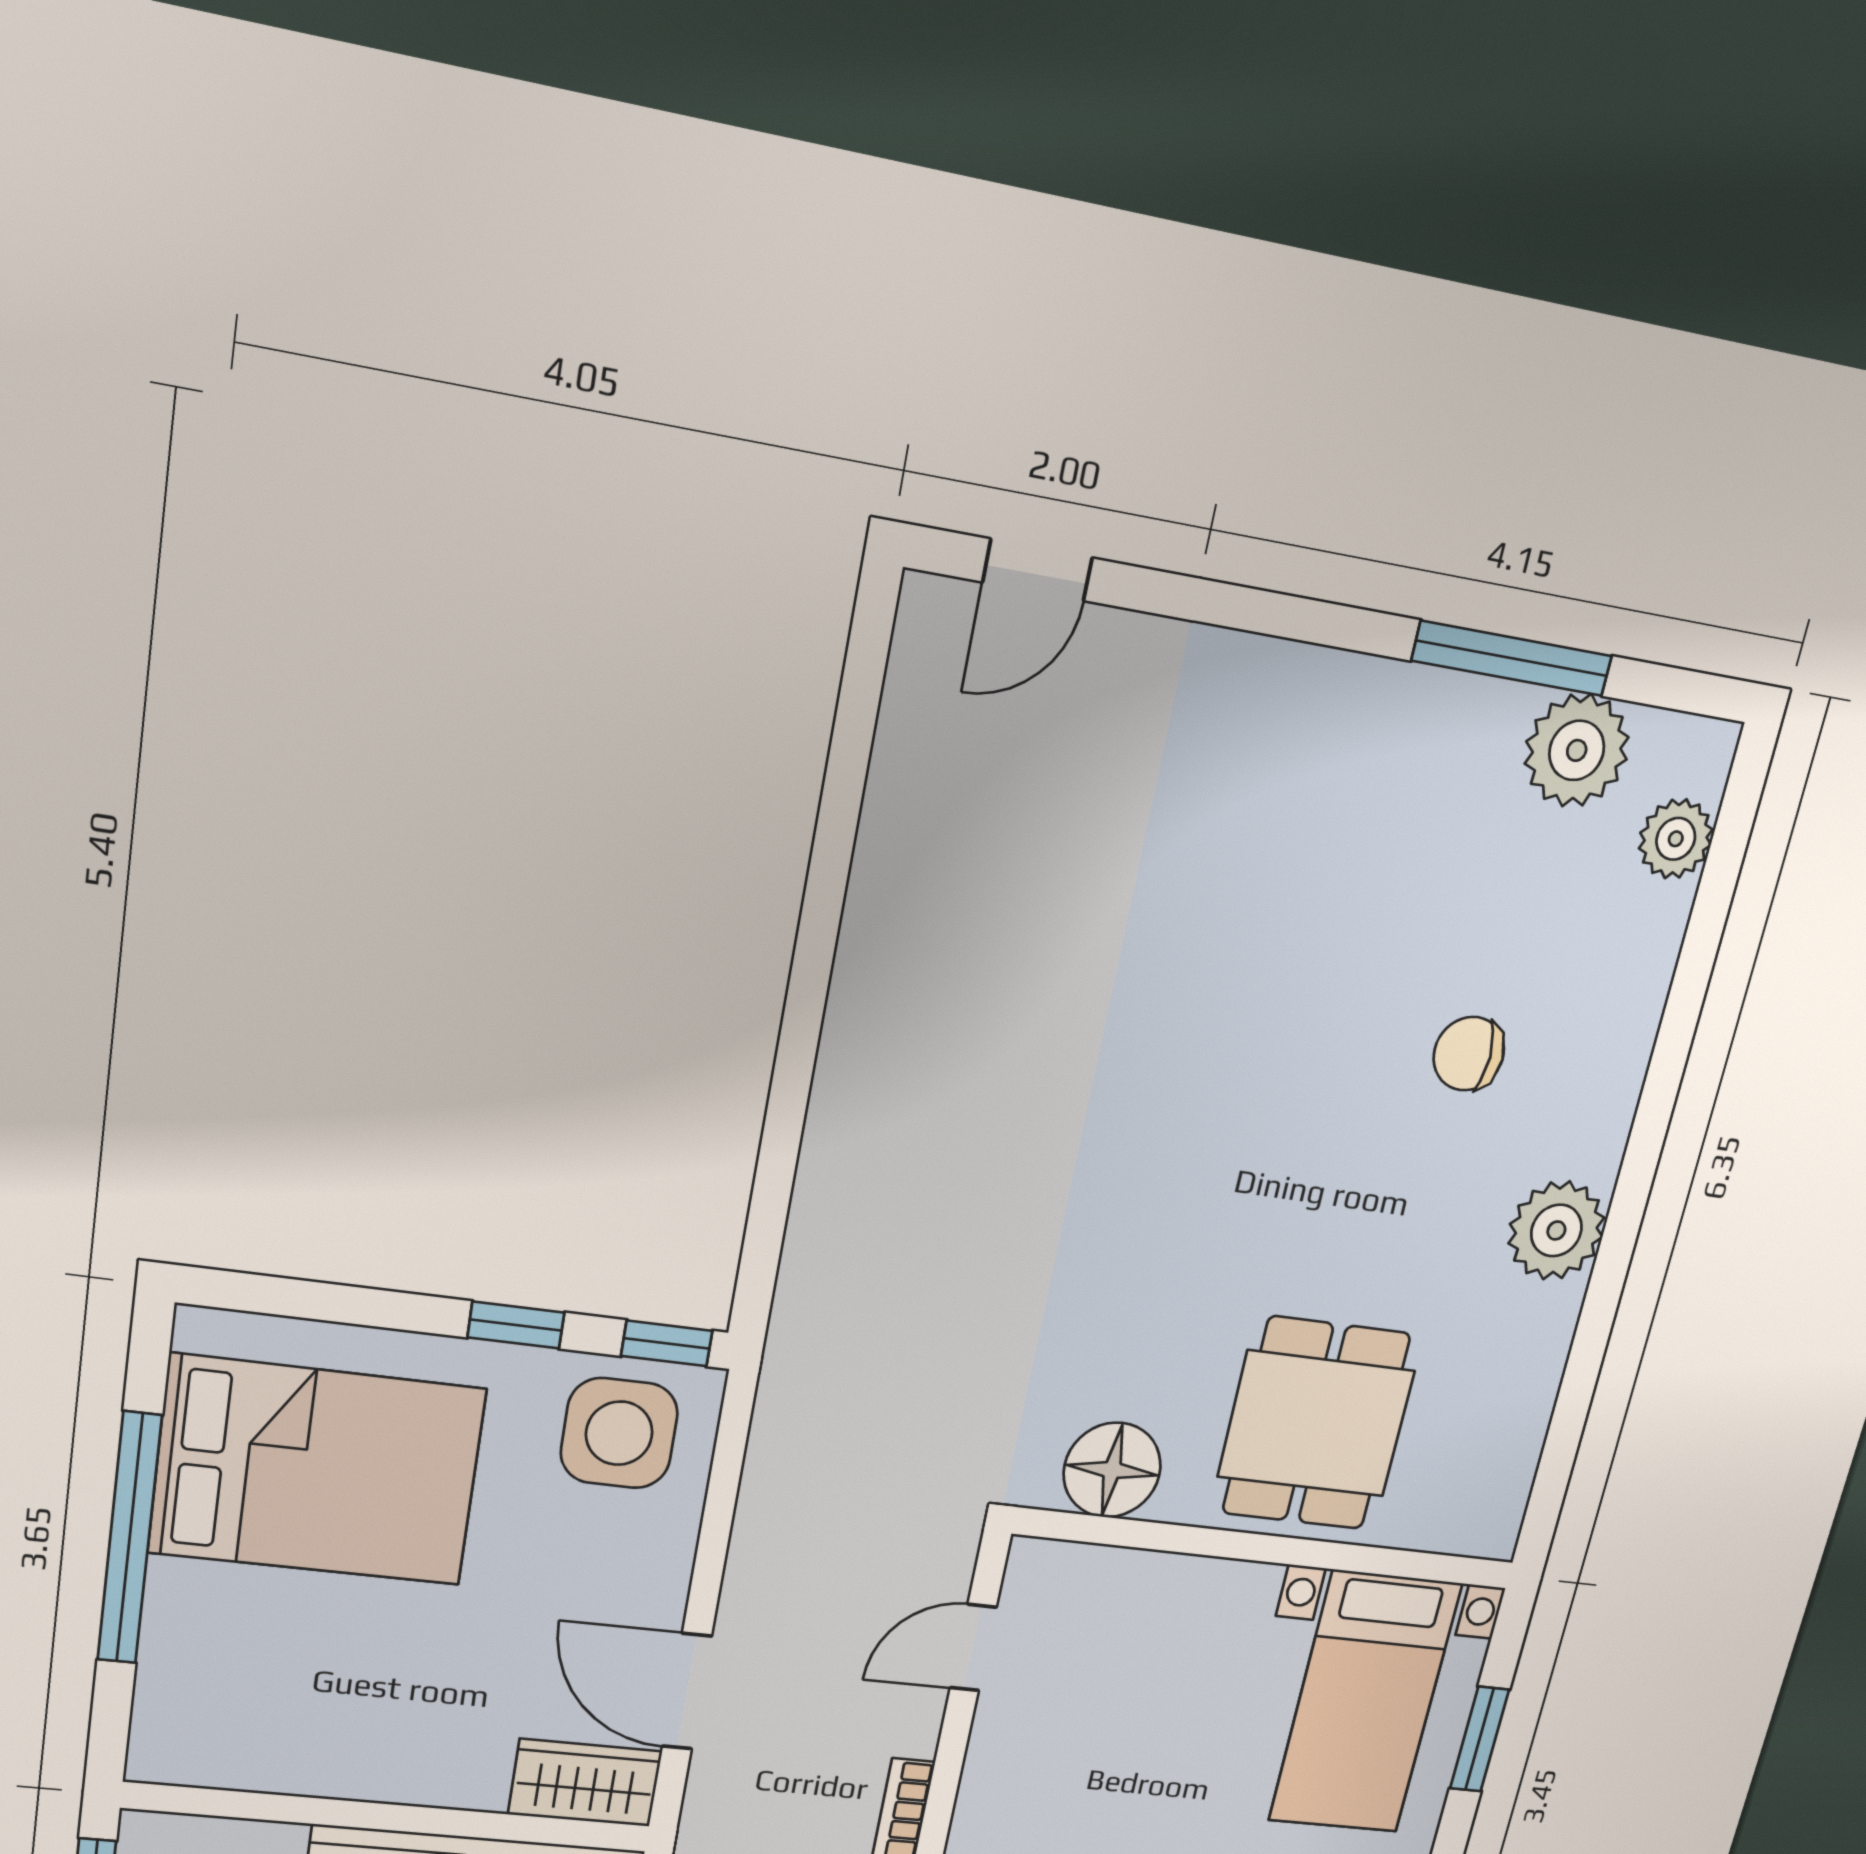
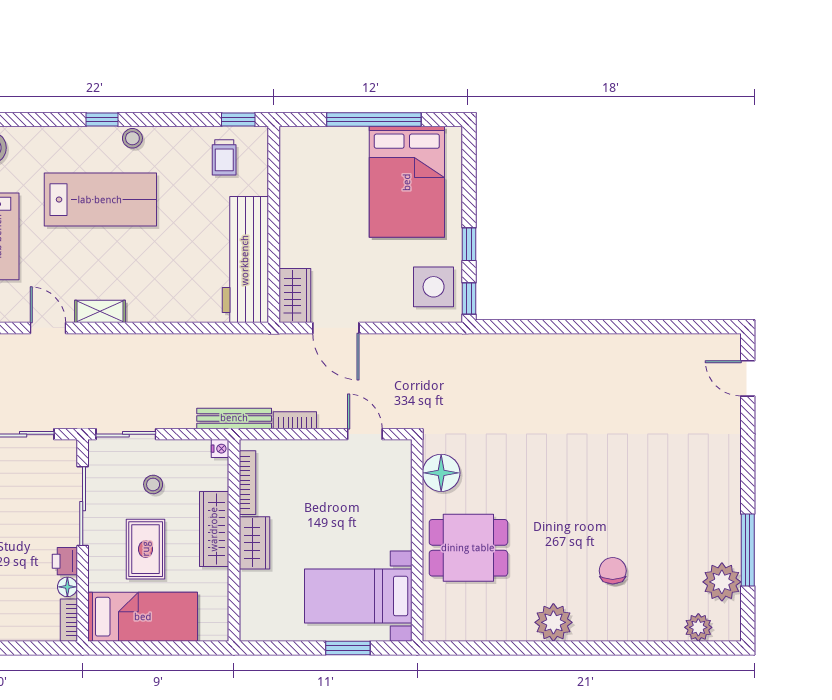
door: (687, 1691) -> (336, 328), swing flipped

